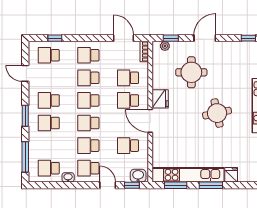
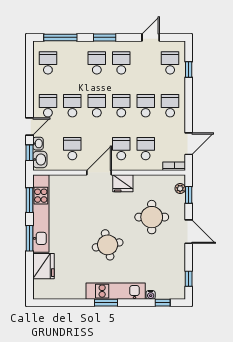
fridge: (231, 175) -> (44, 266), width x1.88, depth x1.34
washbasin: (68, 177) -> (38, 144), moved

